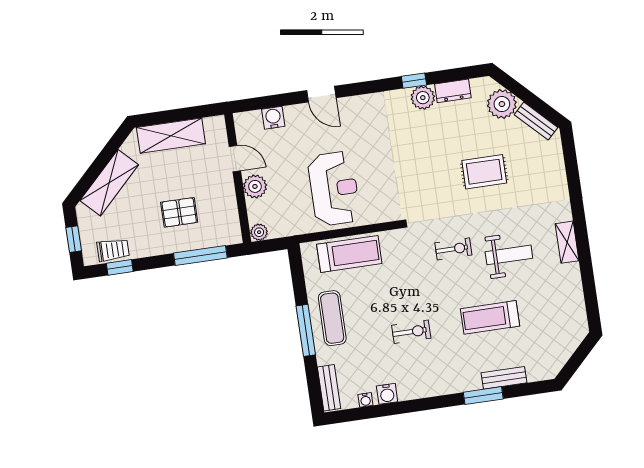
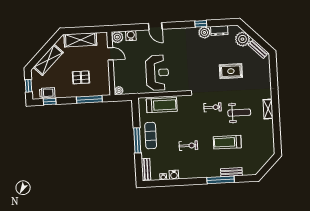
plant: (255, 186) -> (117, 37), moved
window: (483, 396) -> (221, 180), width x1.44

